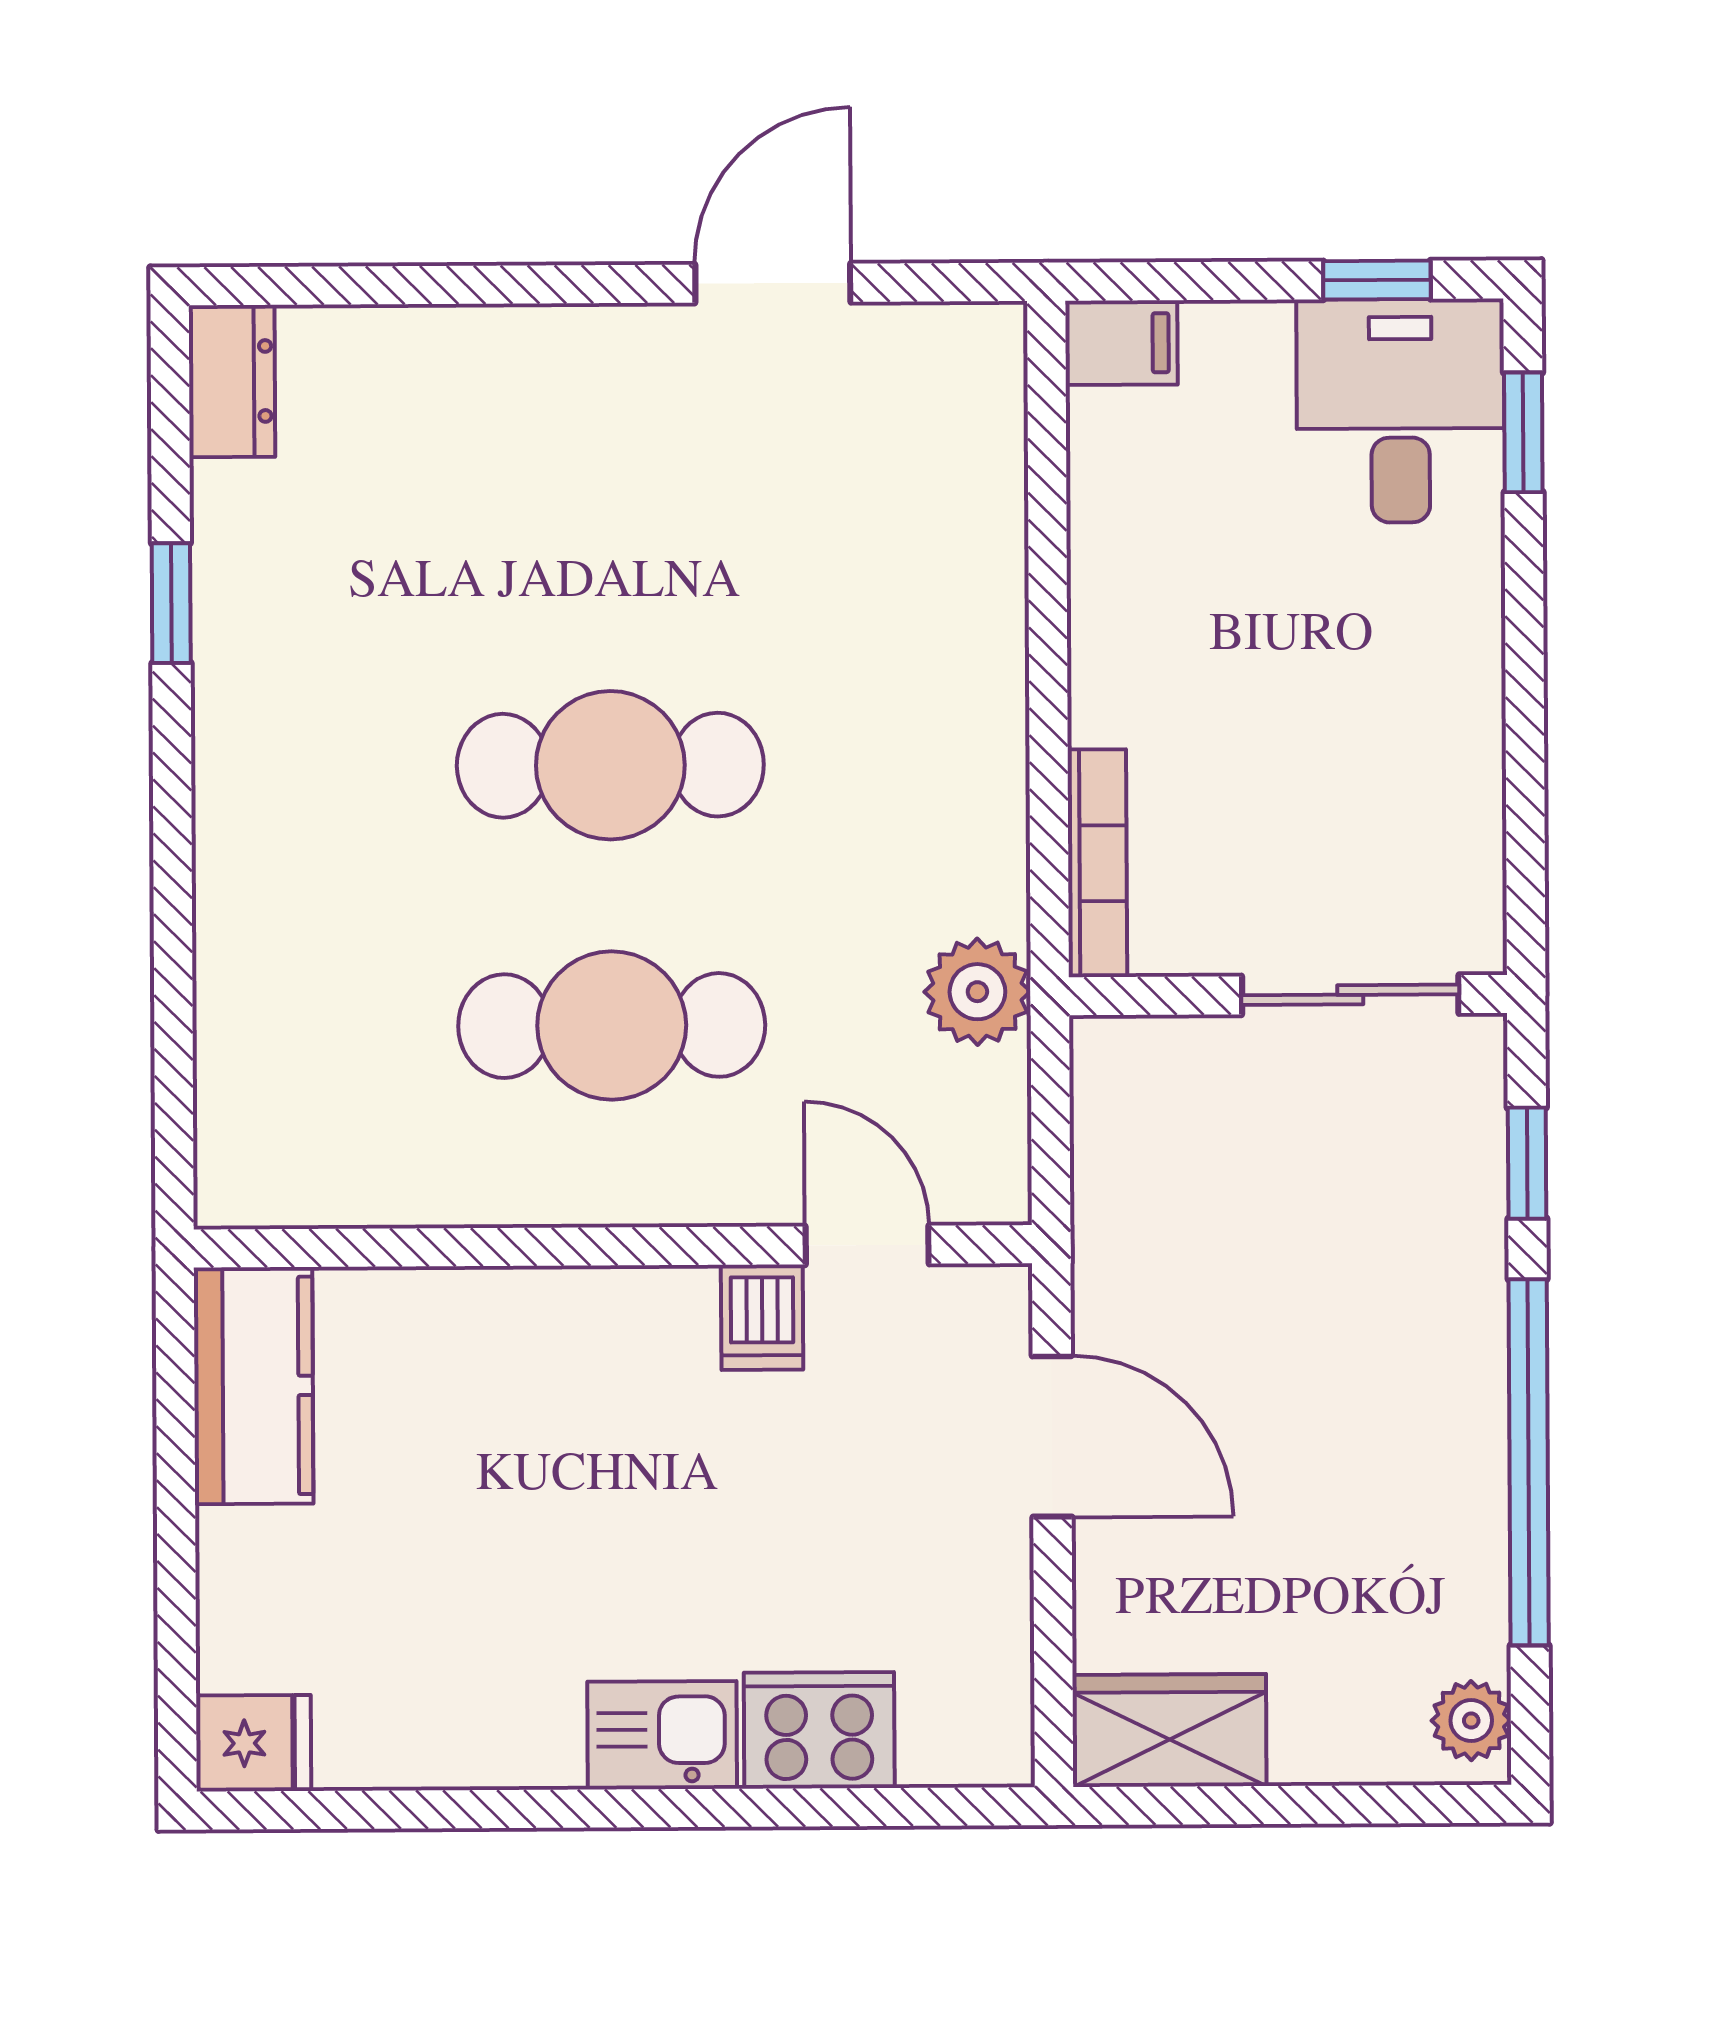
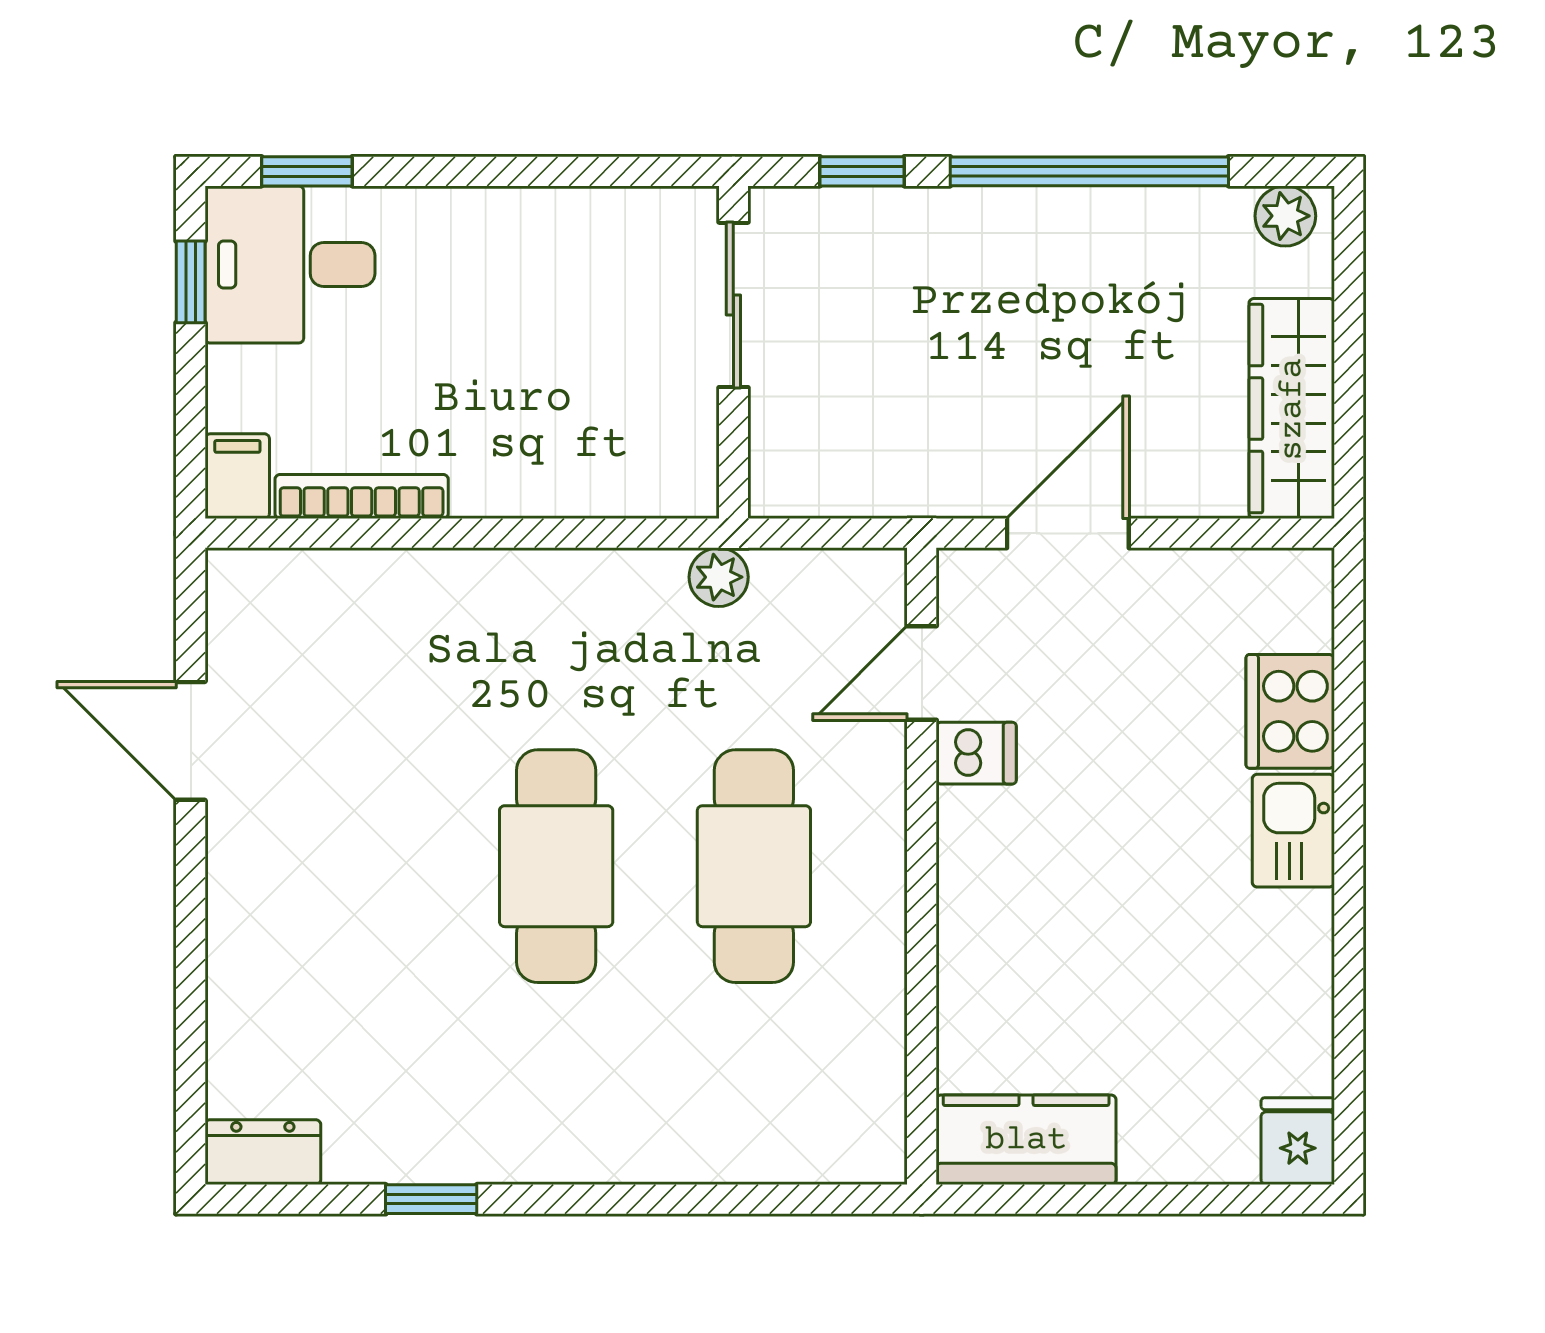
bookcase: (1097, 863) -> (362, 497), moved
plant: (977, 992) -> (719, 577), width x0.73, depth x0.73
wardrobe: (1169, 1730) -> (1292, 409), width x1.50

